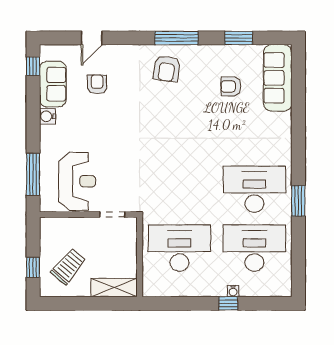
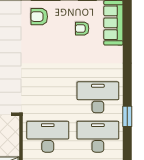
armchair: (167, 69) -> (39, 17), turned 82
window: (298, 201) -> (127, 116), moved

